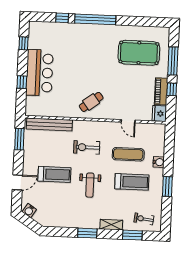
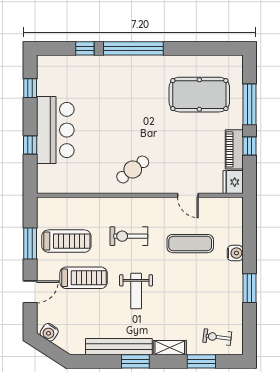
bench: (49, 125) -> (119, 347), moved
window: (19, 139) -> (30, 243), moved
treadmill: (132, 182) -> (66, 241), moved

